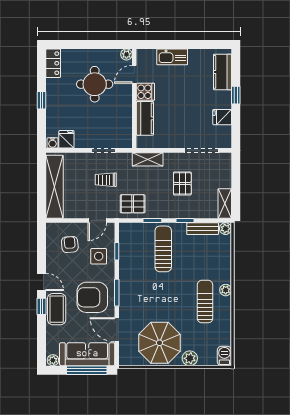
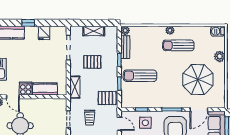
shelving: (225, 203) -> (94, 31), moved
pallet: (133, 204) -> (107, 98), turned 90
parasol: (159, 343) -> (198, 80), moved

